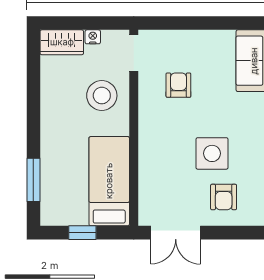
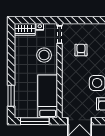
window: (82, 233) -> (35, 121), width x2.17

